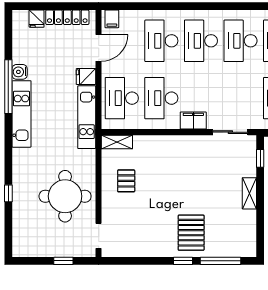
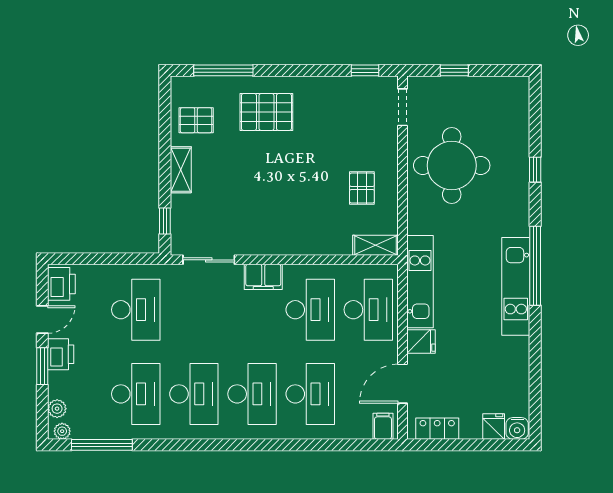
locker: (67, 17) -> (437, 429), width x0.66
water cooler: (20, 72) -> (517, 428), moved, turned 90
window: (8, 87) -> (535, 266), moved
pallet: (239, 227) -> (196, 120), added
pallet: (191, 233) -> (266, 112), turned 90
window: (183, 261) -> (365, 70), moved

